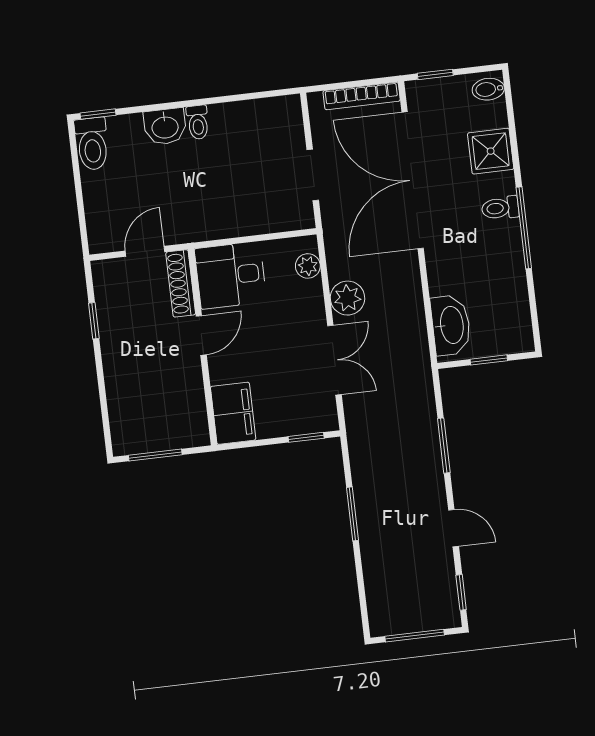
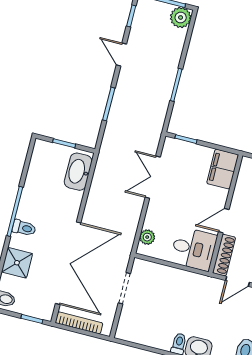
plant: (347, 298) -> (181, 17), moved

